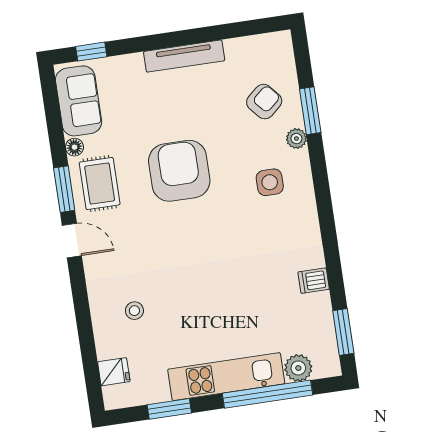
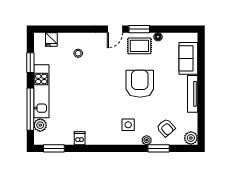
plant: (278, 46) -> (191, 138), added
window: (91, 52) -> (201, 51), removed
sofa: (79, 101) -> (188, 58), moved, turned 90
armchair: (179, 171) -> (140, 84), turned -90

